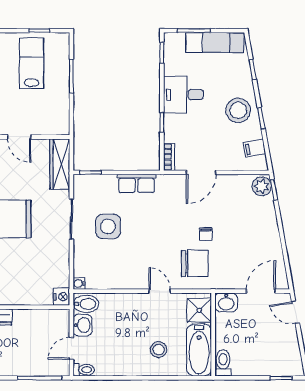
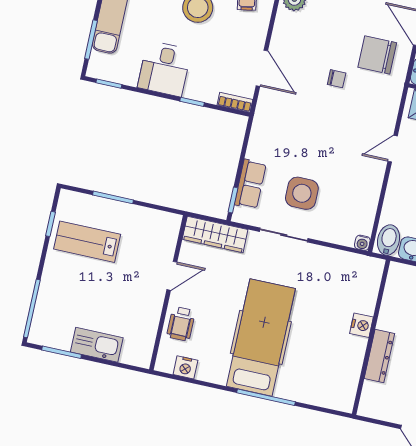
row of seats: (137, 183) -> (250, 184), moved
chair: (195, 263) -> (377, 55), moved, turned -90
nightstand: (62, 297) -> (361, 325), moved, turned 90

